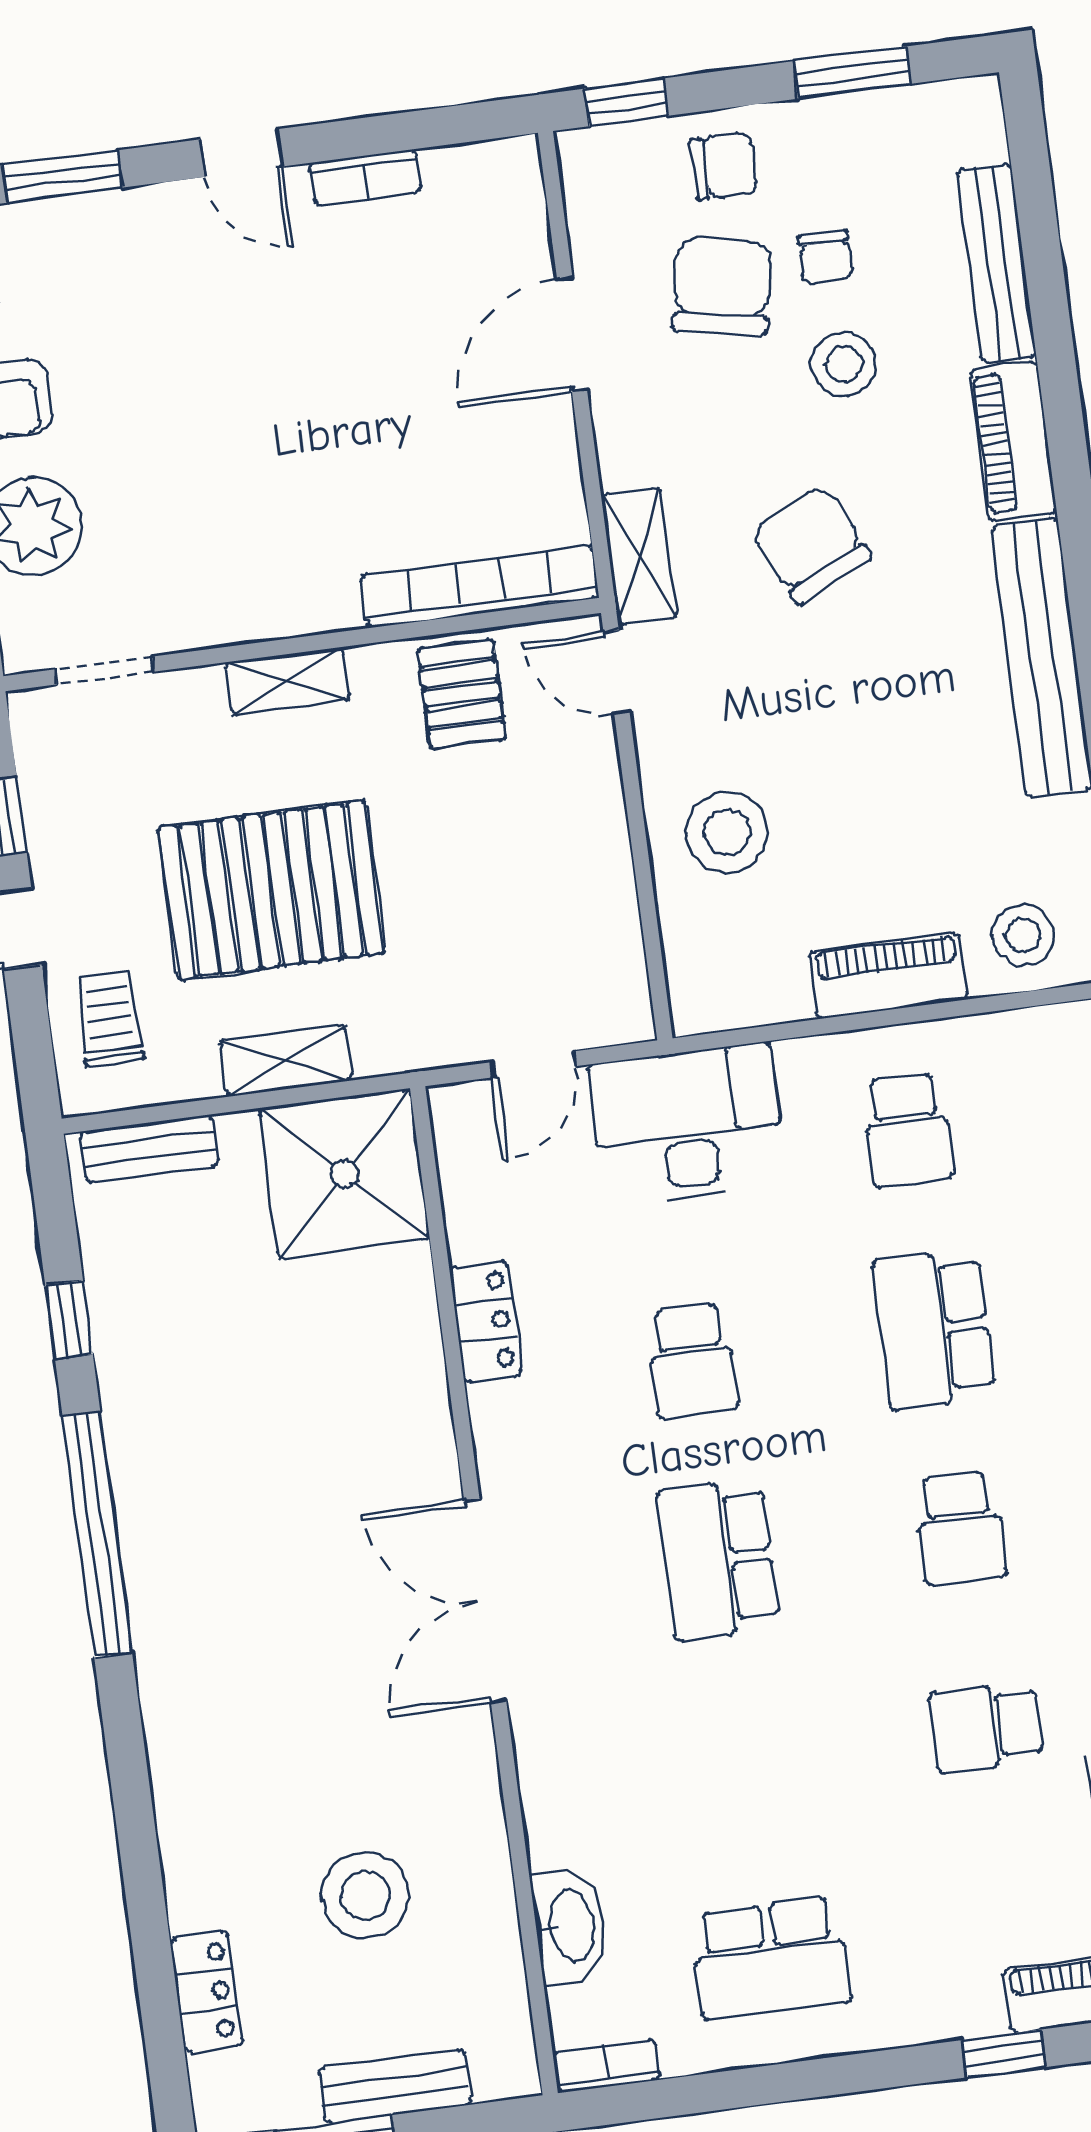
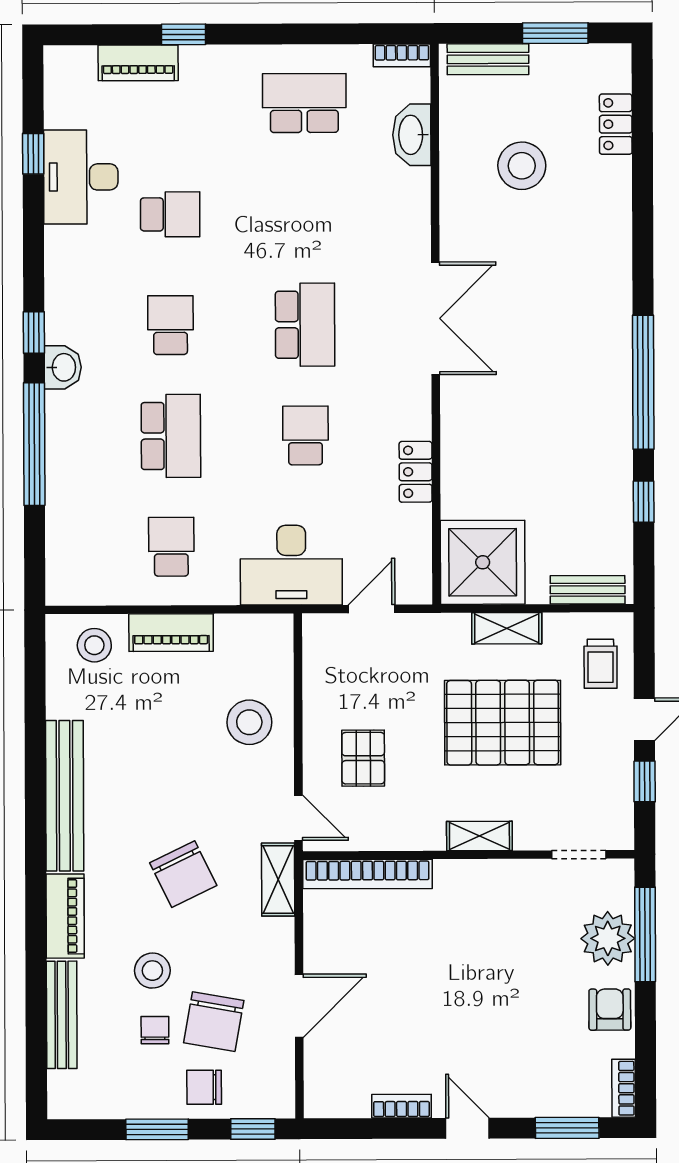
window: (852, 73) -> (157, 1129), moved
pallet: (462, 694) -> (363, 758), moved
bench: (395, 2086) -> (488, 59), moved

